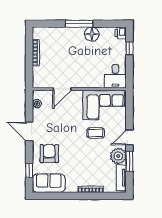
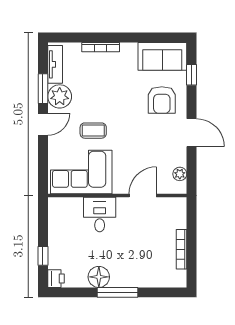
desk: (115, 76) -> (100, 215), moved

